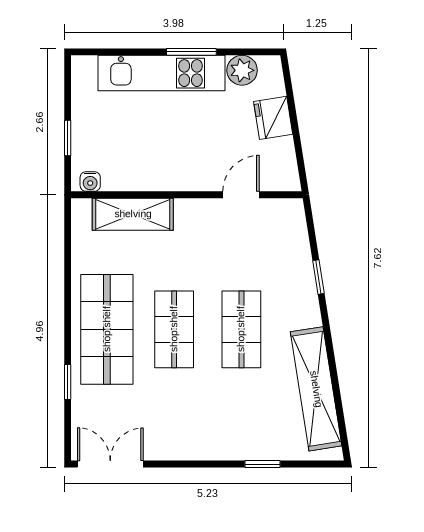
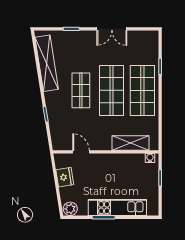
plant: (242, 70) -> (70, 209), moved
fridge: (273, 118) -> (65, 177), moved
door: (241, 195) -> (81, 152), swing flipped
shop shelf: (174, 329) -> (112, 90), width x1.43, depth x1.36
double door: (110, 464) -> (112, 29), moved

